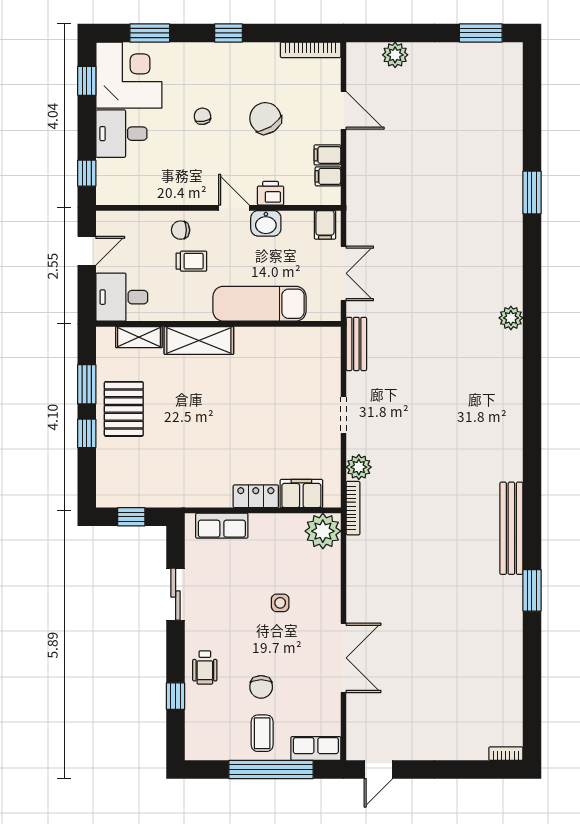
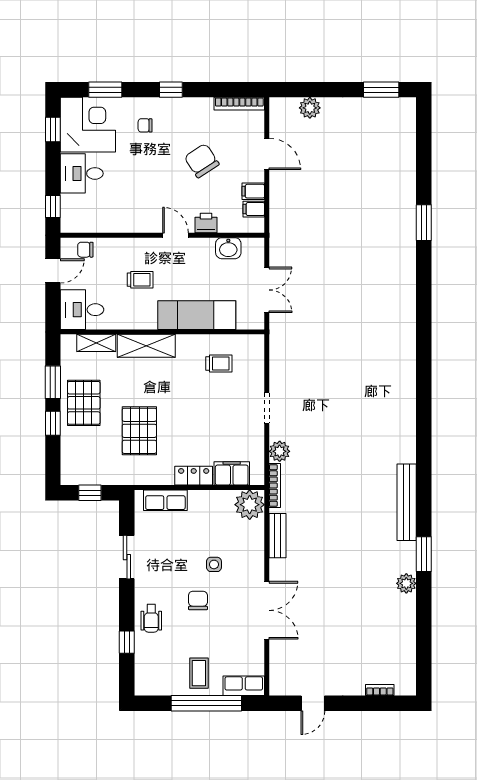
chair: (202, 116) -> (145, 125), moved, turned -81
washbasin: (266, 223) -> (228, 248), moved
filing cabinet: (325, 225) -> (251, 249), removed
chair: (181, 230) -> (85, 250), moved
plant: (511, 318) -> (406, 583), moved
bench: (356, 344) -> (278, 536), moved
trolley: (286, 362) -> (219, 364), added
pallet: (191, 442) -> (139, 431), added
chair: (261, 687) -> (198, 600), moved, turned 180
bookcase: (506, 754) -> (380, 690), moved
door: (378, 769) -> (313, 703), moved

